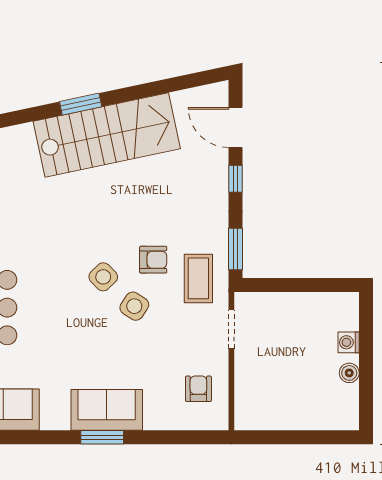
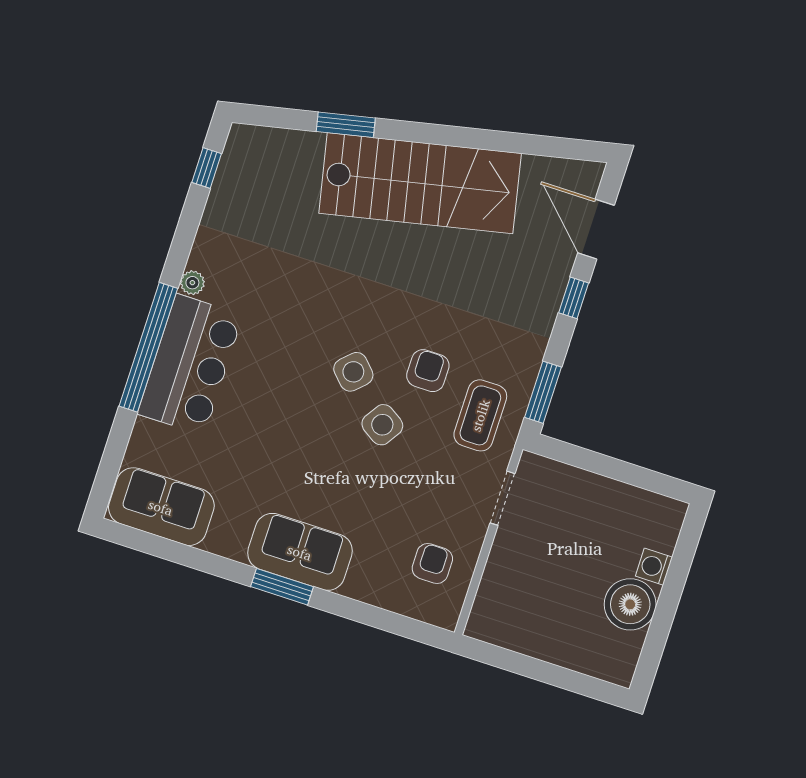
window: (81, 104) -> (346, 125), moved
armchair: (153, 260) -> (428, 371), turned -90
boiler: (349, 373) -> (630, 604), width x1.86, depth x1.86

